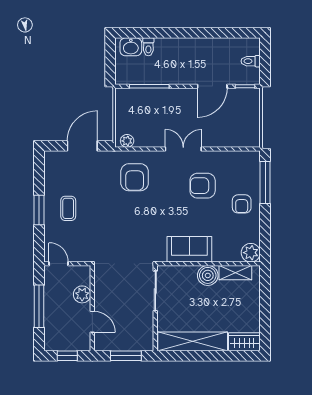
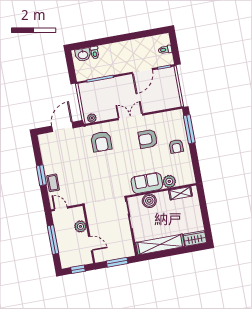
coffee table: (68, 208) -> (53, 183), moved
plant: (251, 253) -> (169, 181), moved
boiler: (208, 275) -> (149, 201), moved

